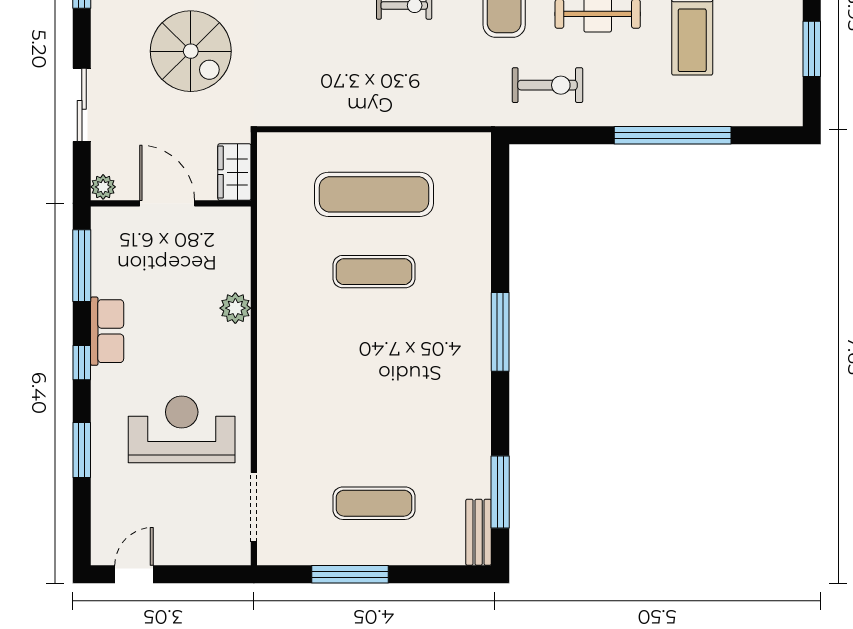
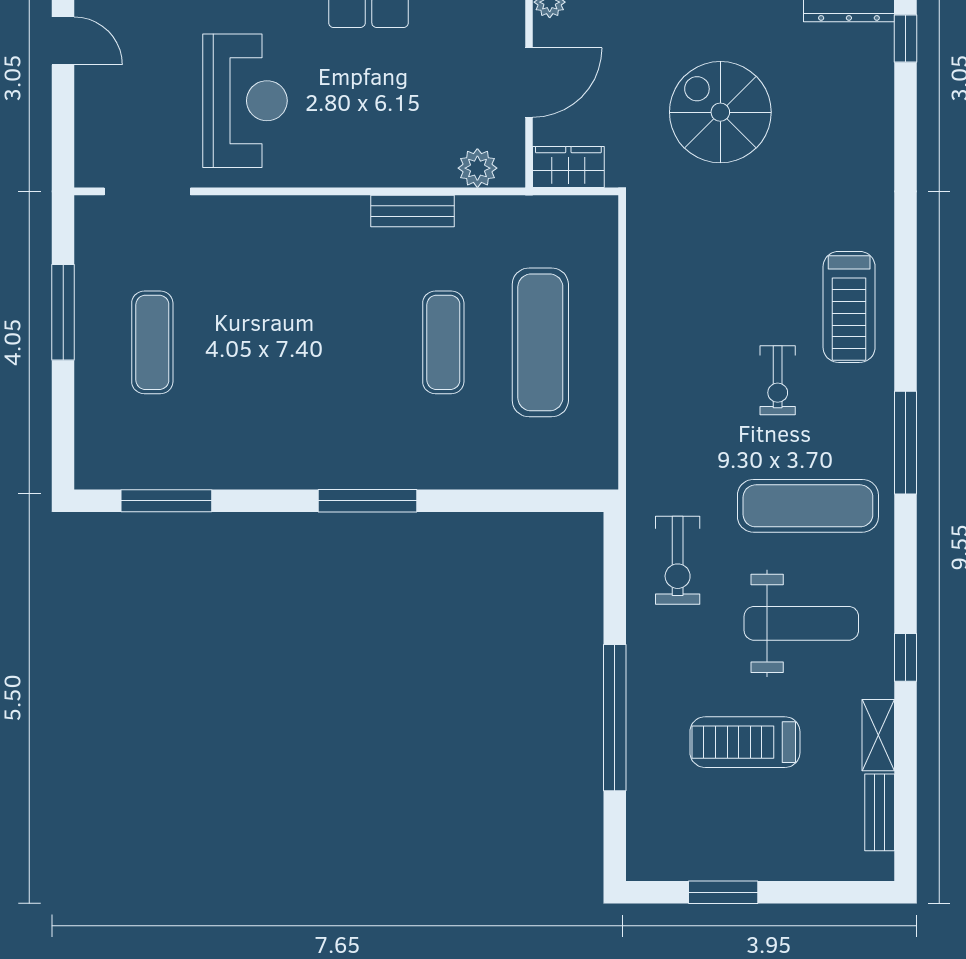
spiral stairs: (191, 51) -> (720, 112), turned 90
plant: (235, 308) -> (477, 168), moved
bench: (479, 532) -> (413, 211), moved

